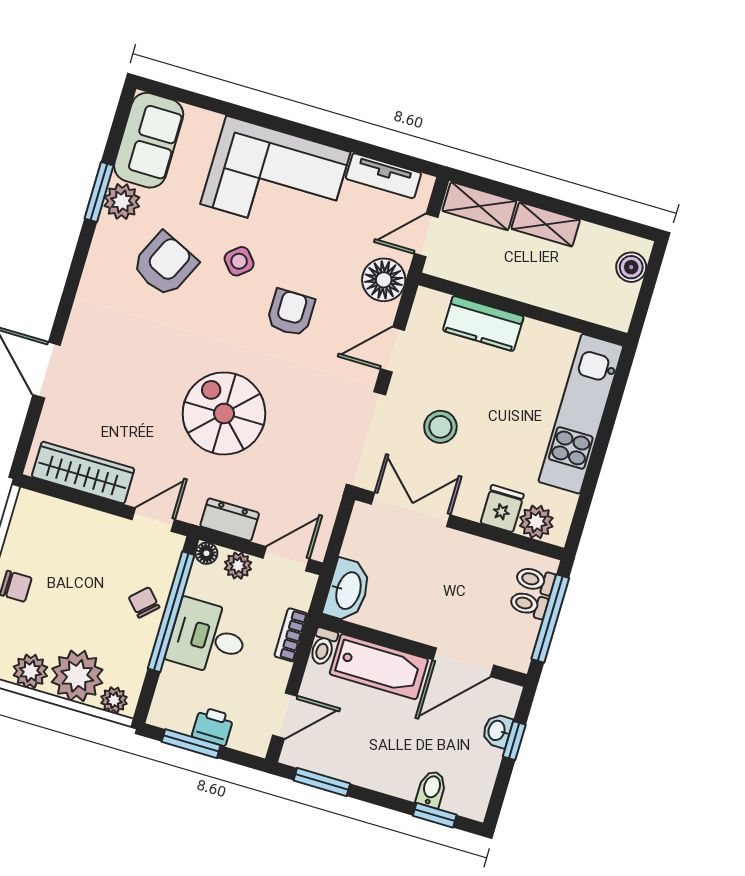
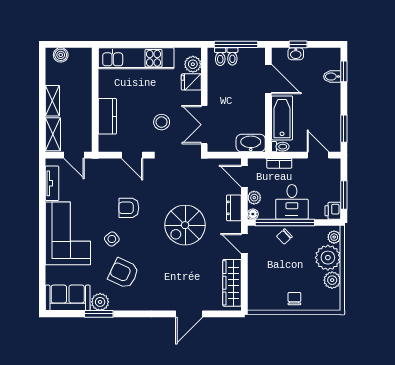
floor lamp: (384, 280) -> (101, 169), removed
printer: (213, 726) -> (333, 211), moved

